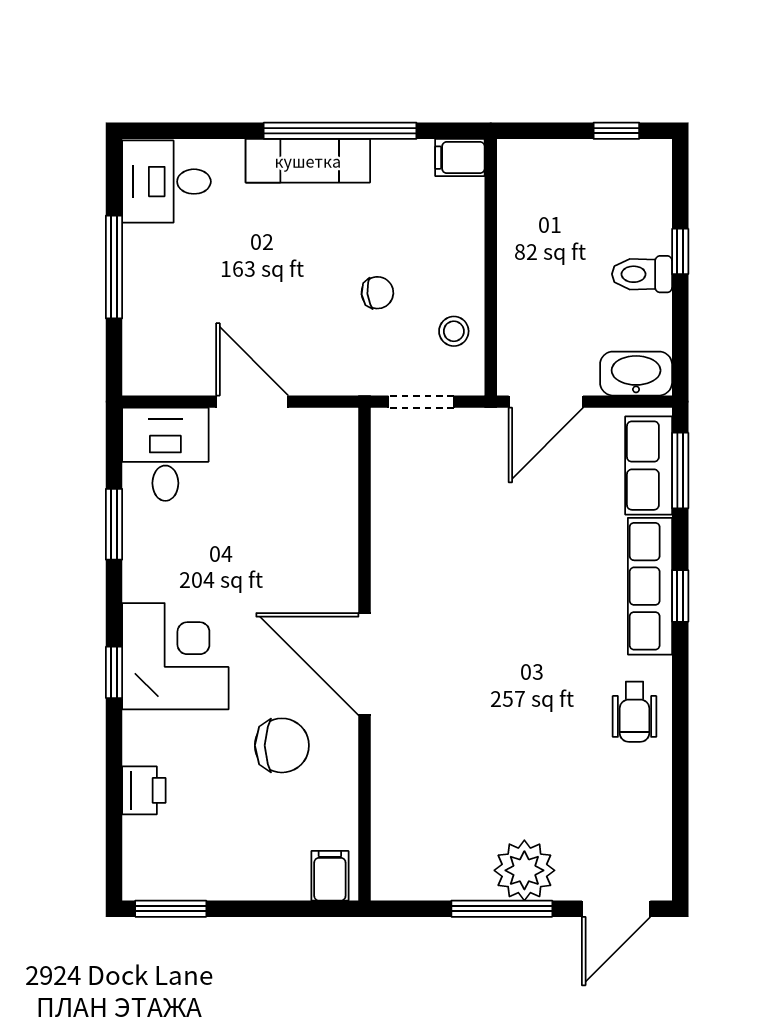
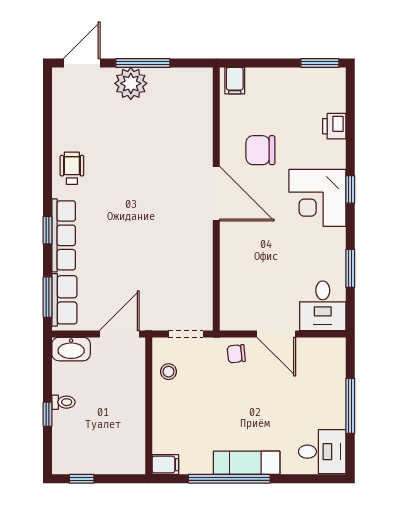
toilet: (642, 274) -> (63, 402), width x0.73, depth x0.72
chair: (377, 293) -> (236, 354), moved

